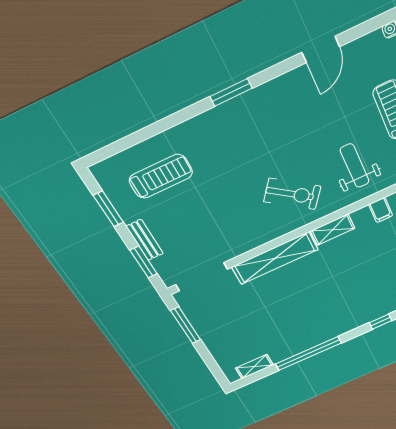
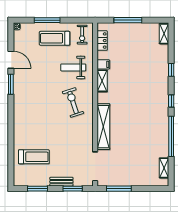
window: (231, 92) -> (11, 84), moved
treadmill: (161, 176) -> (34, 157), turned 90
exercise bike: (292, 194) -> (73, 102), turned -55
shelving: (333, 230) -> (102, 81), moved
window: (381, 322) -> (171, 101), moved

